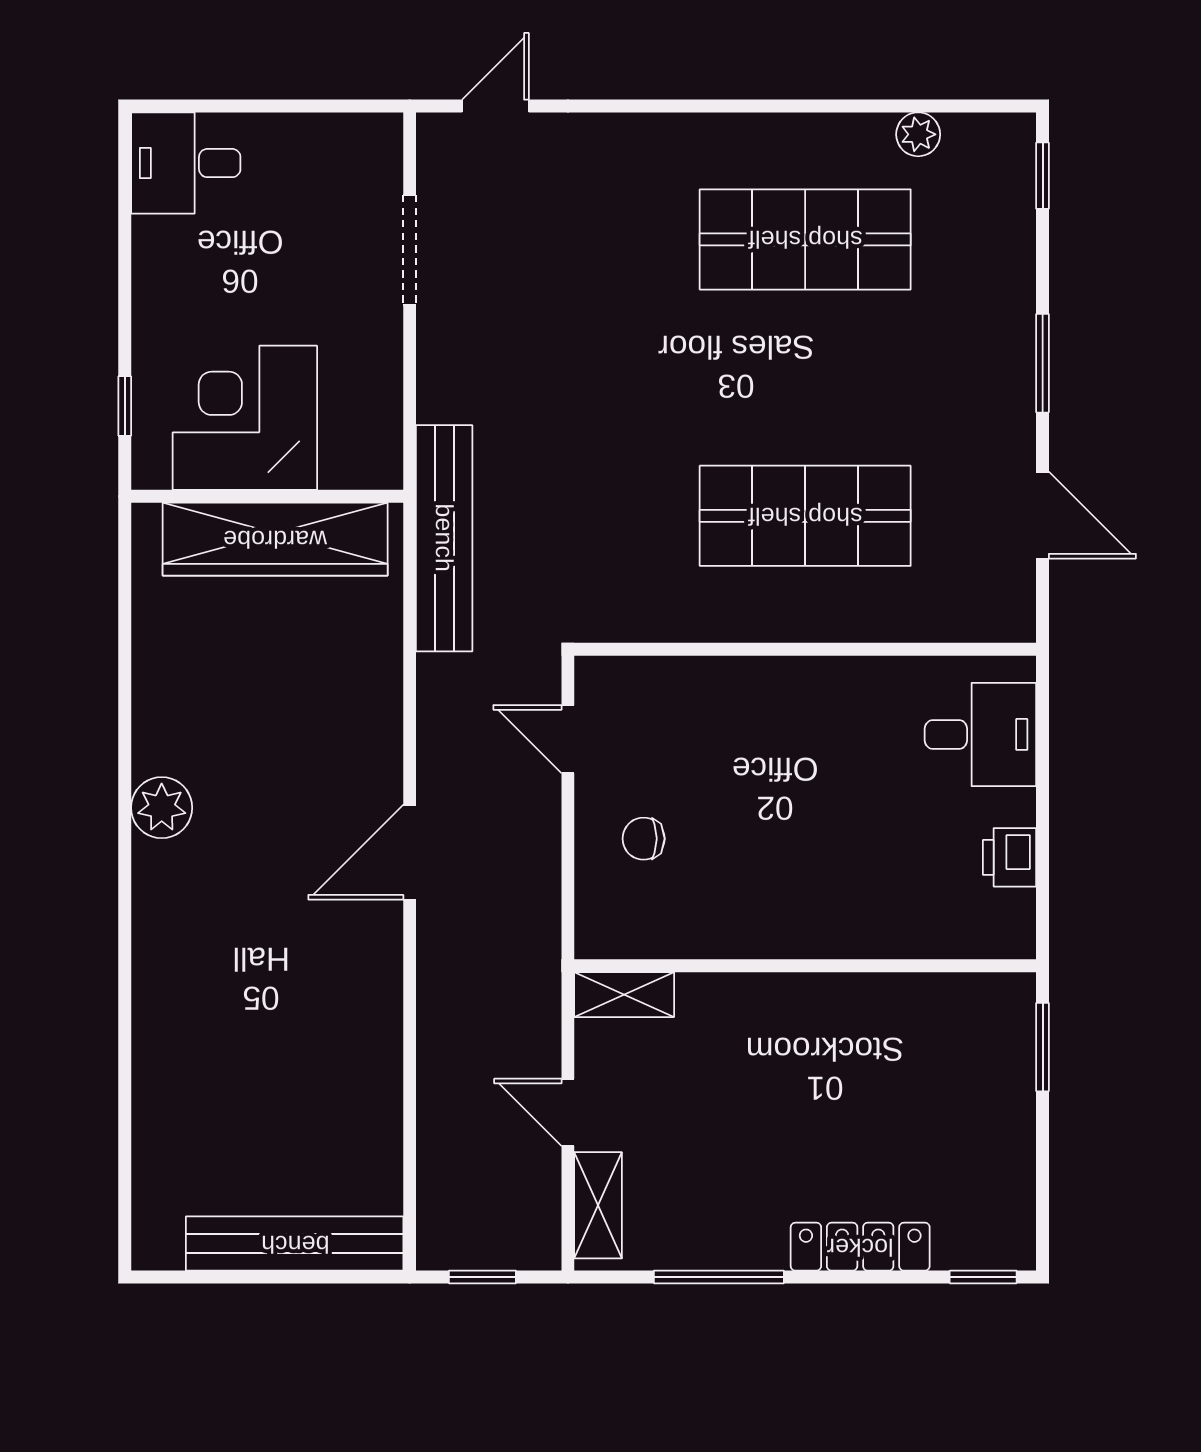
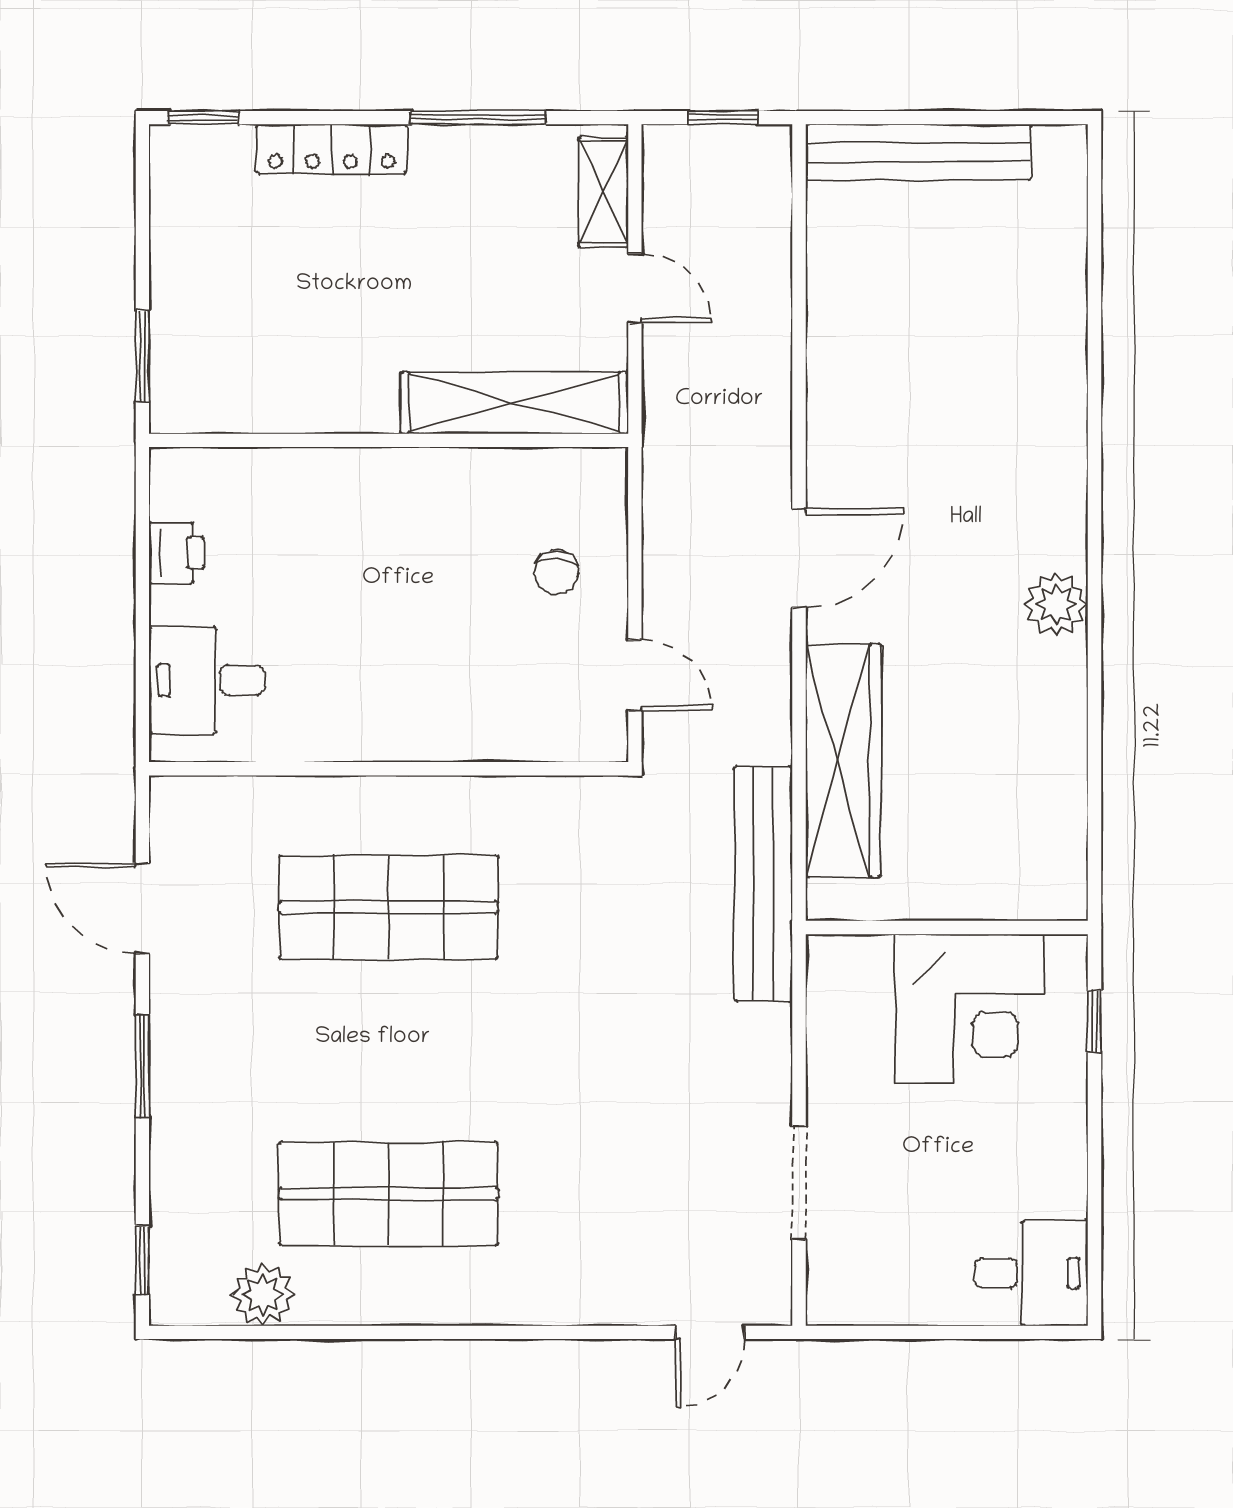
plant: (918, 134) -> (263, 1294), width x1.38, depth x1.38
wardrobe: (275, 539) -> (843, 761), moved, turned 90
chair: (644, 839) -> (556, 572), turned 94
shelving: (624, 995) -> (514, 403), width x2.20, depth x1.33

